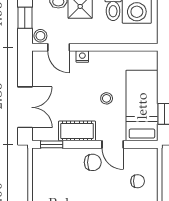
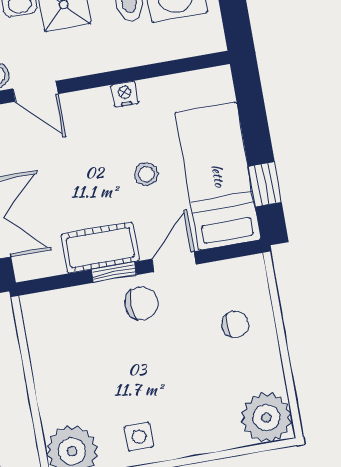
nightstand: (82, 57) -> (125, 94), moved
window: (52, 144) -> (114, 272), moved
door: (113, 144) -> (174, 262), swing flipped

